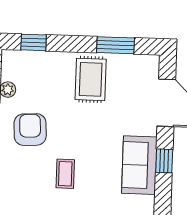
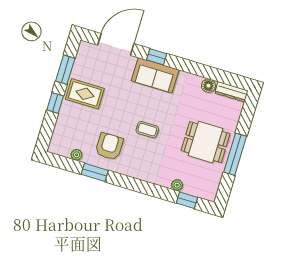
window: (34, 42) -> (55, 103), moved
armchair: (30, 130) -> (109, 146), turned 93

